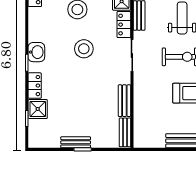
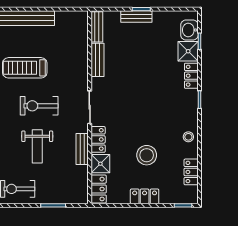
stool: (84, 49) -> (188, 137), moved, width x0.53, depth x0.53
washbasin: (36, 52) -> (189, 30), moved
bench: (76, 142) -> (136, 16), moved

